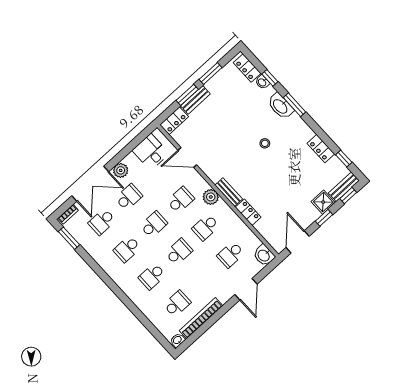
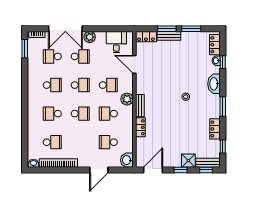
window: (294, 105) -> (223, 106), moved
school desk: (127, 249) -> (52, 85), turned 180

